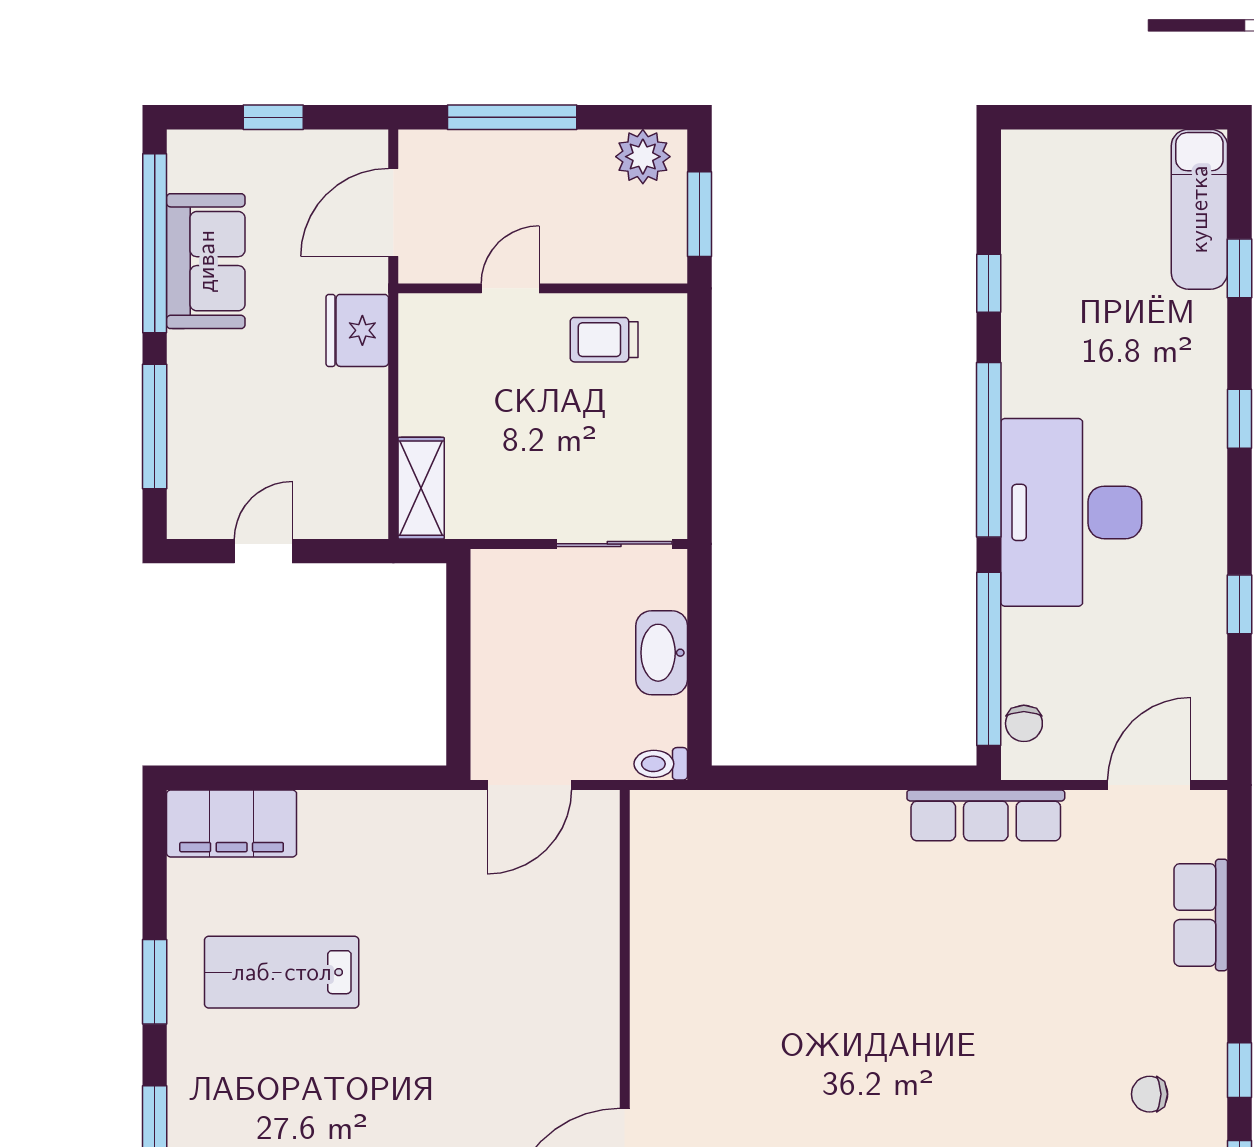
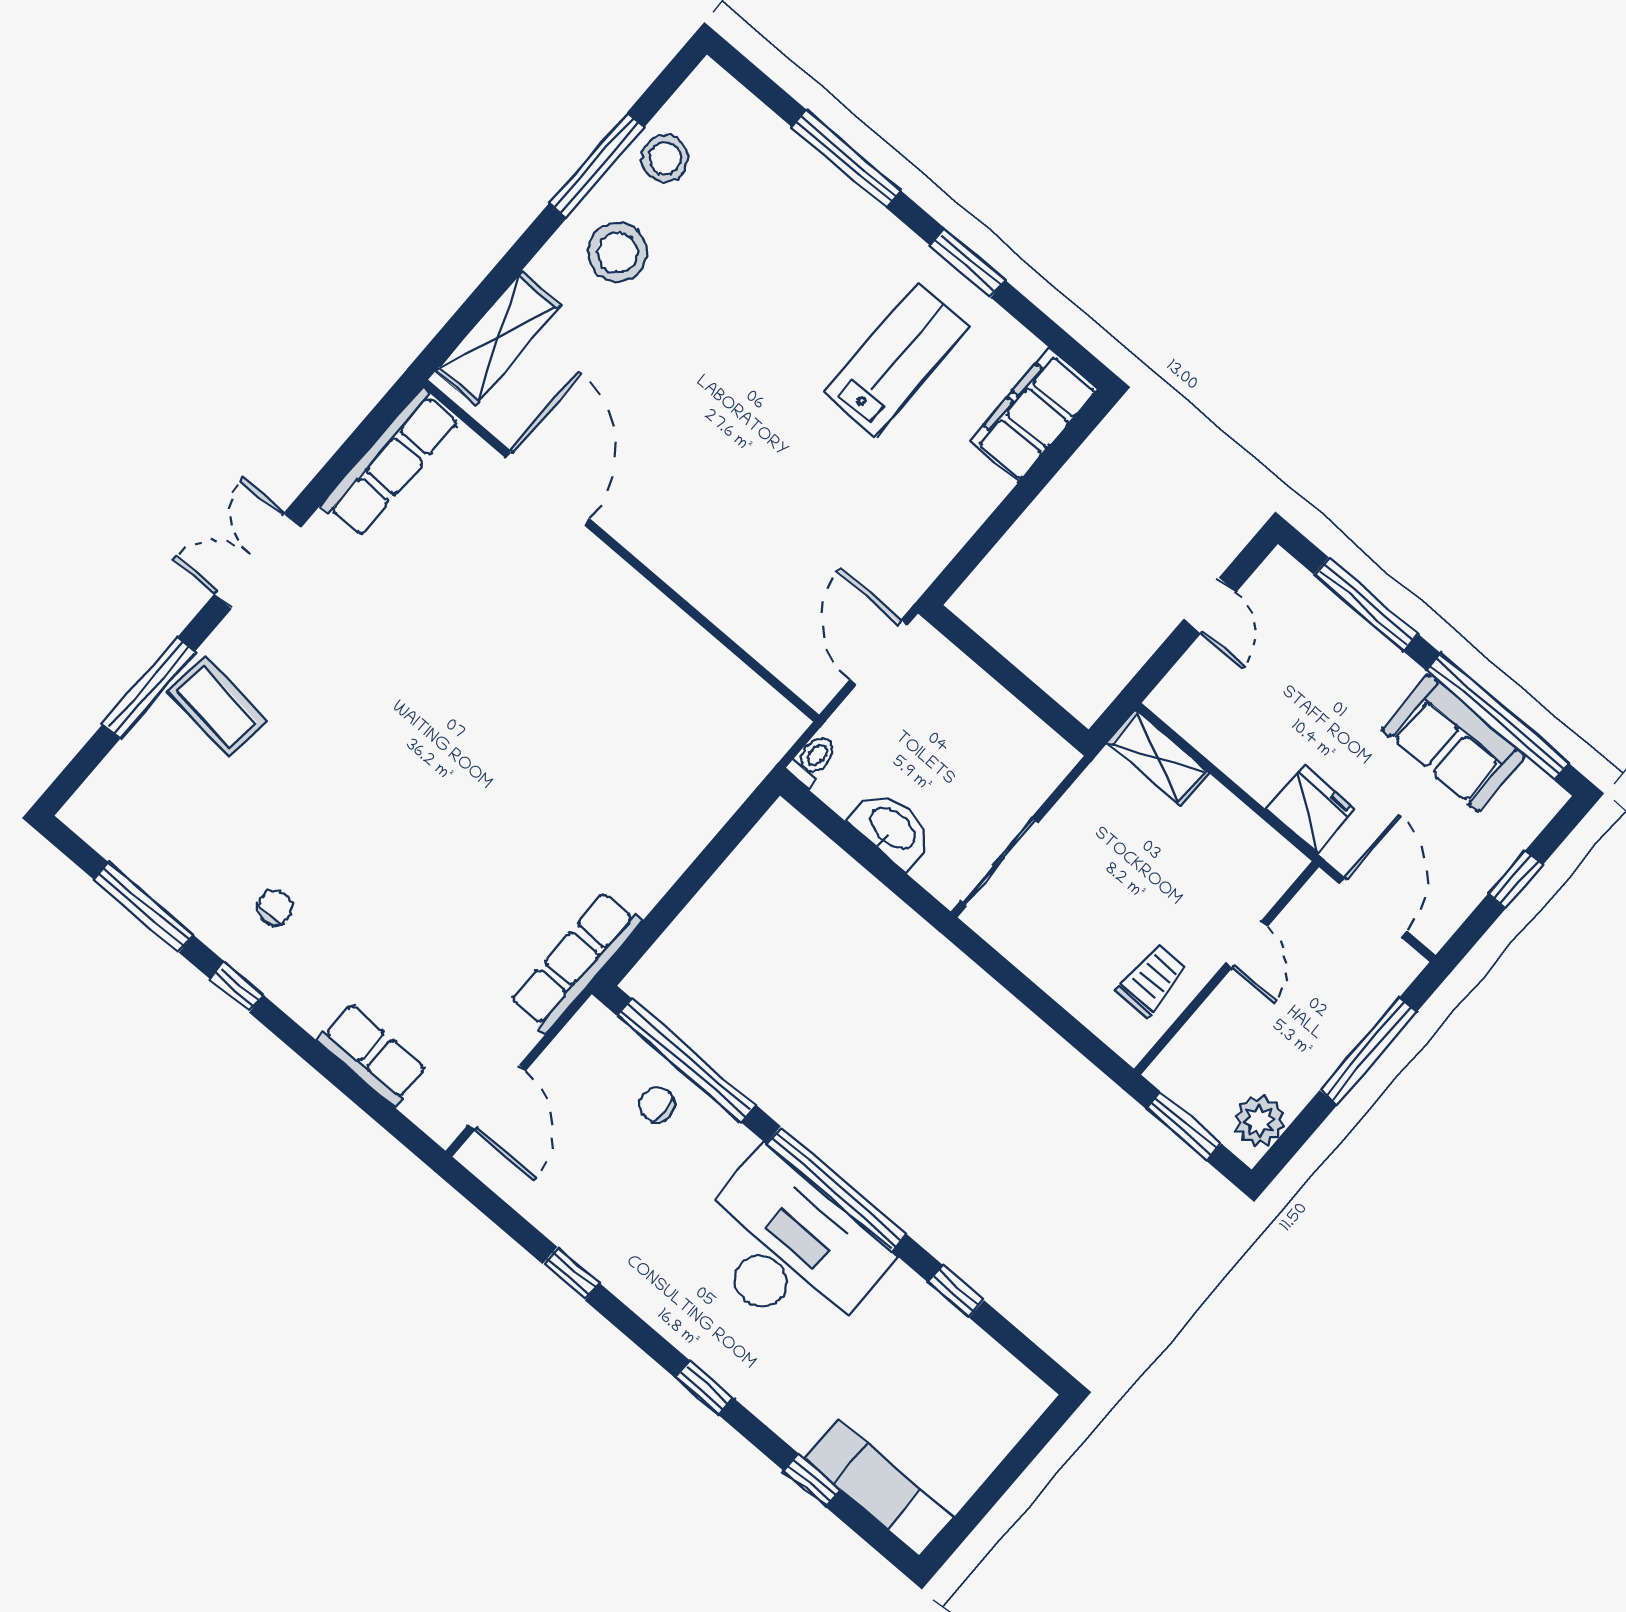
desk: (1071, 512) -> (788, 1250), moved
chair: (1024, 723) -> (657, 1105), moved

